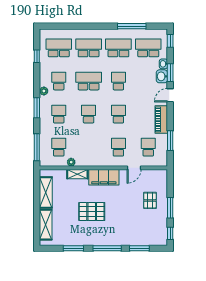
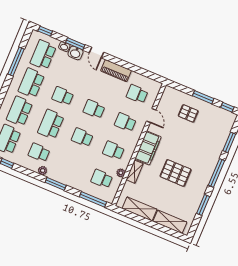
school desk: (59, 114) -> (113, 150), moved
window: (170, 141) -> (140, 71), removed
pallet: (92, 211) -> (176, 173), turned 90

